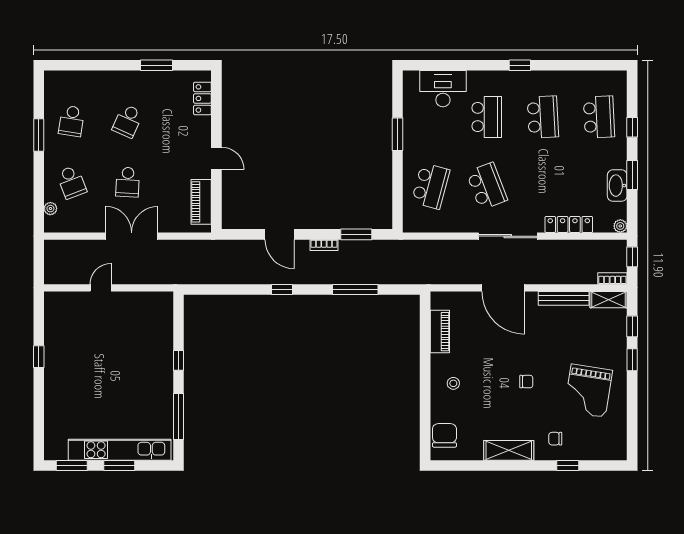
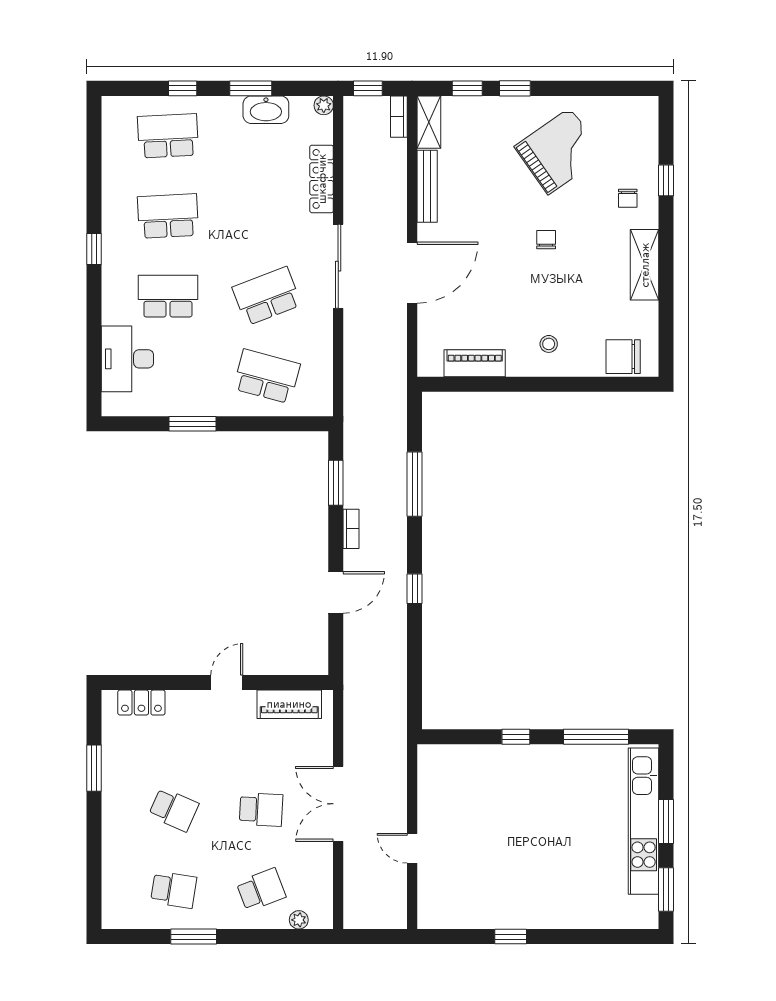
grand piano: (588, 391) -> (559, 151), turned -44

